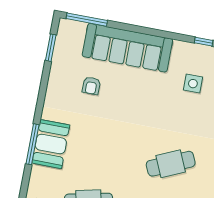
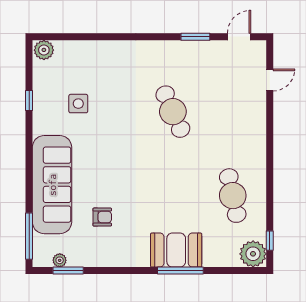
plant: (61, 42) -> (60, 260), added

